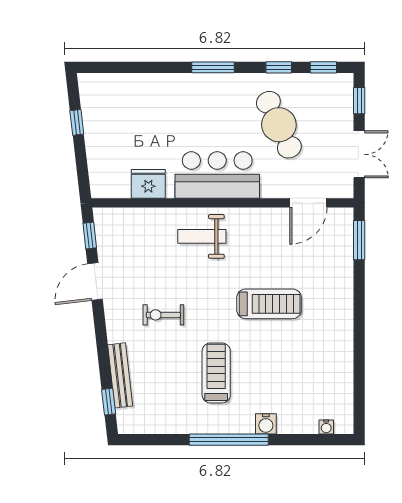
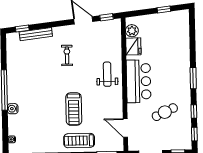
cafe table: (279, 125) -> (165, 112), width x0.73, depth x0.74
plant: (117, 186) -> (132, 31), added
treadmill: (216, 373) -> (79, 141), moved, turned 180

